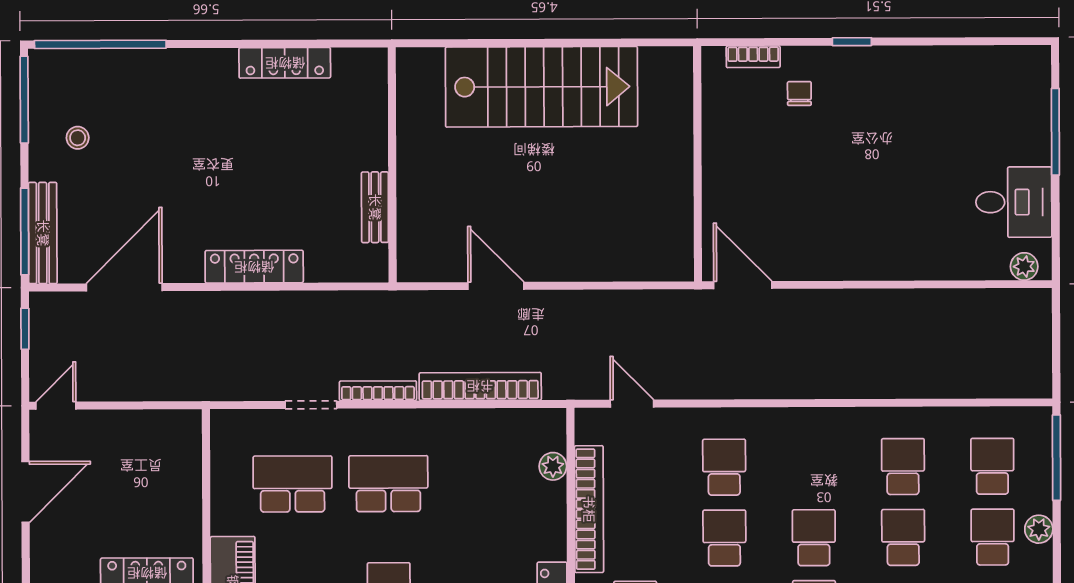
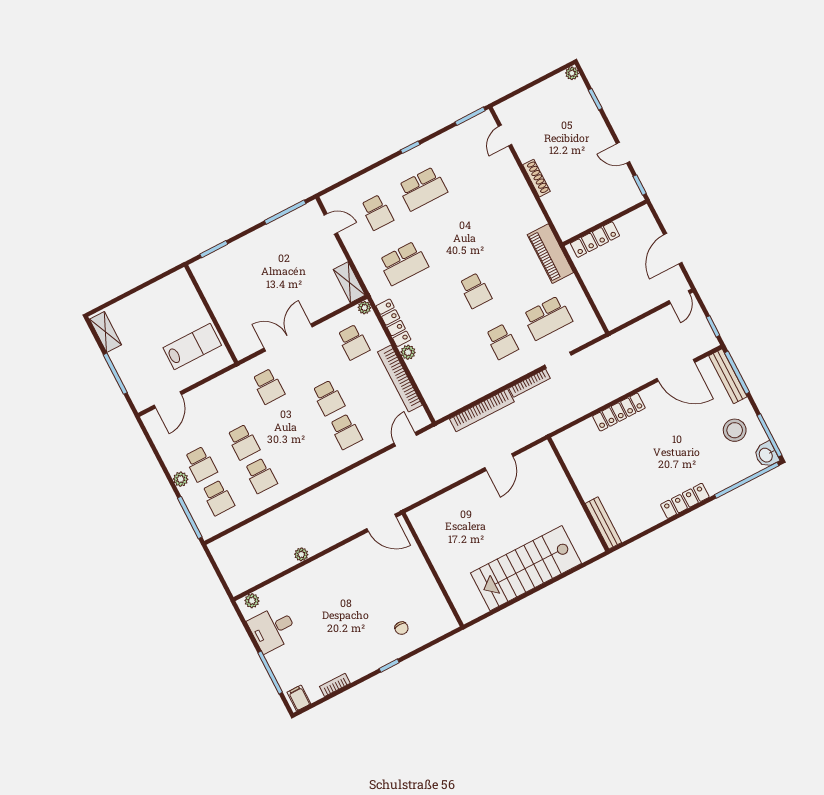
bookcase: (753, 57) -> (335, 685), moved
locker: (285, 63) -> (685, 501), moved
filing cabinet: (1029, 65) -> (299, 698), added
washbasin: (46, 70) -> (766, 455), added
stool: (78, 138) -> (735, 430), width x1.89, depth x1.89
bench: (375, 207) -> (603, 523), moved, width x1.36
door: (496, 286) -> (499, 462), hinge flipped
door: (124, 287) -> (676, 370), hinge flipped
plant: (903, 301) -> (301, 554), added
door: (632, 404) -> (405, 439), swing flipped
plant: (553, 466) -> (408, 352), moved
school desk: (388, 484) -> (502, 341), width x0.54
school desk: (814, 538) -> (286, 420), removed

